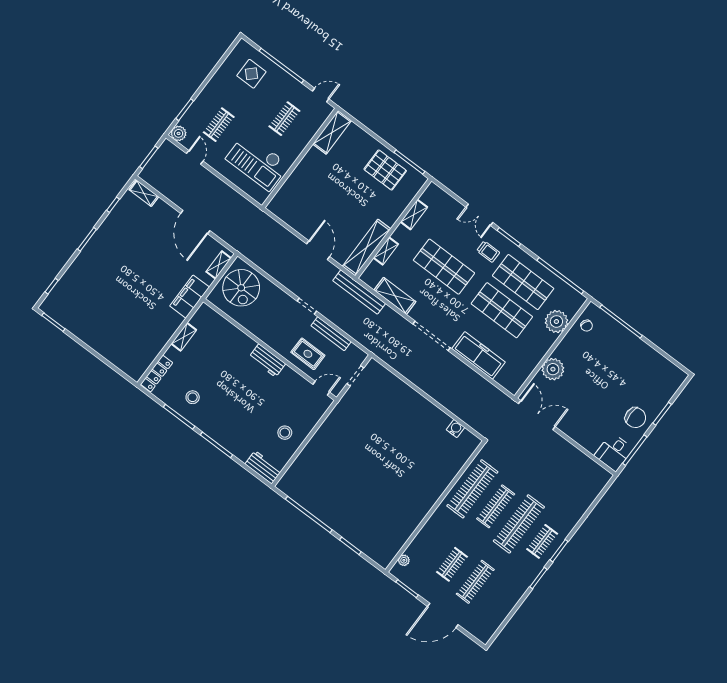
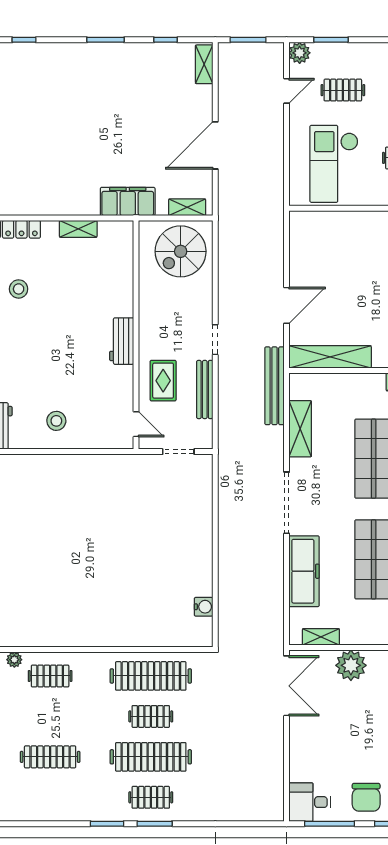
shelving: (386, 251) -> (321, 637), moved
clothes rail: (496, 506) -> (151, 716), width x0.73
clothes rail: (452, 564) -> (50, 676), moved

